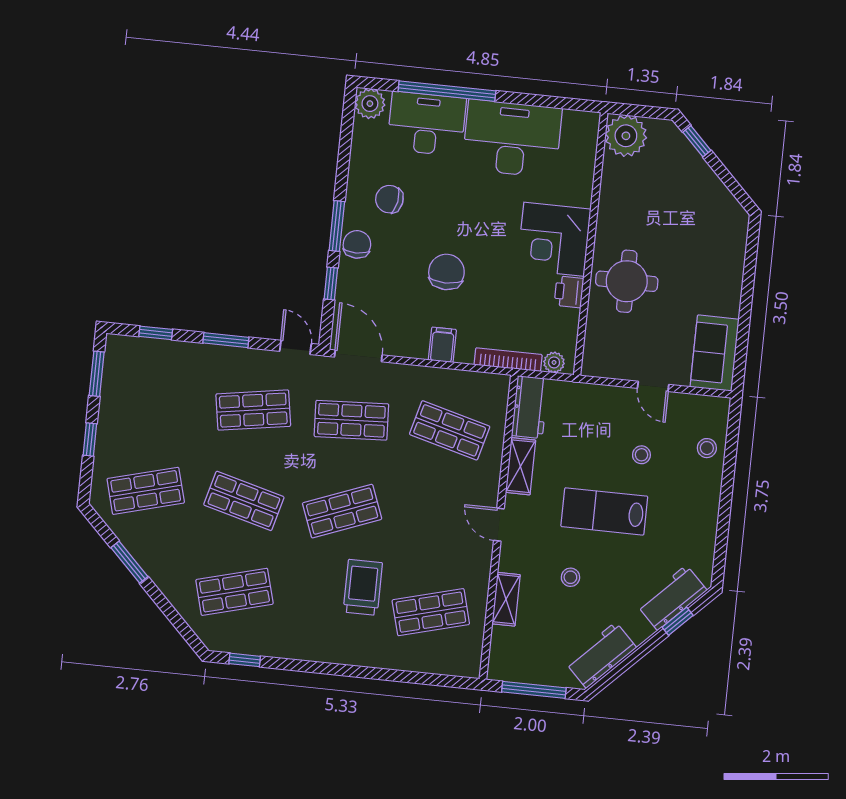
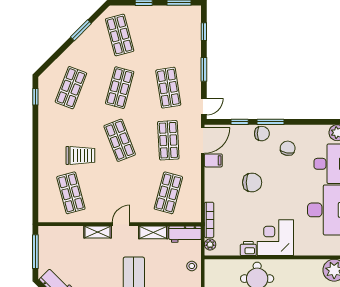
filing cabinet: (442, 345) -> (213, 160), moved
stool: (570, 577) -> (192, 266), moved
shop shelf: (234, 592) -> (71, 88), turned 36
shelving: (506, 599) -> (98, 232), moved

